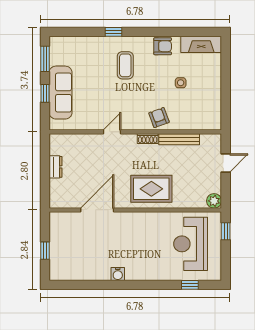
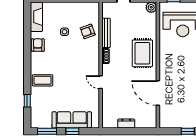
window: (113, 32) -> (27, 101), moved
coffee table: (125, 65) -> (43, 80), moved
armchair: (159, 118) -> (88, 31), moved

